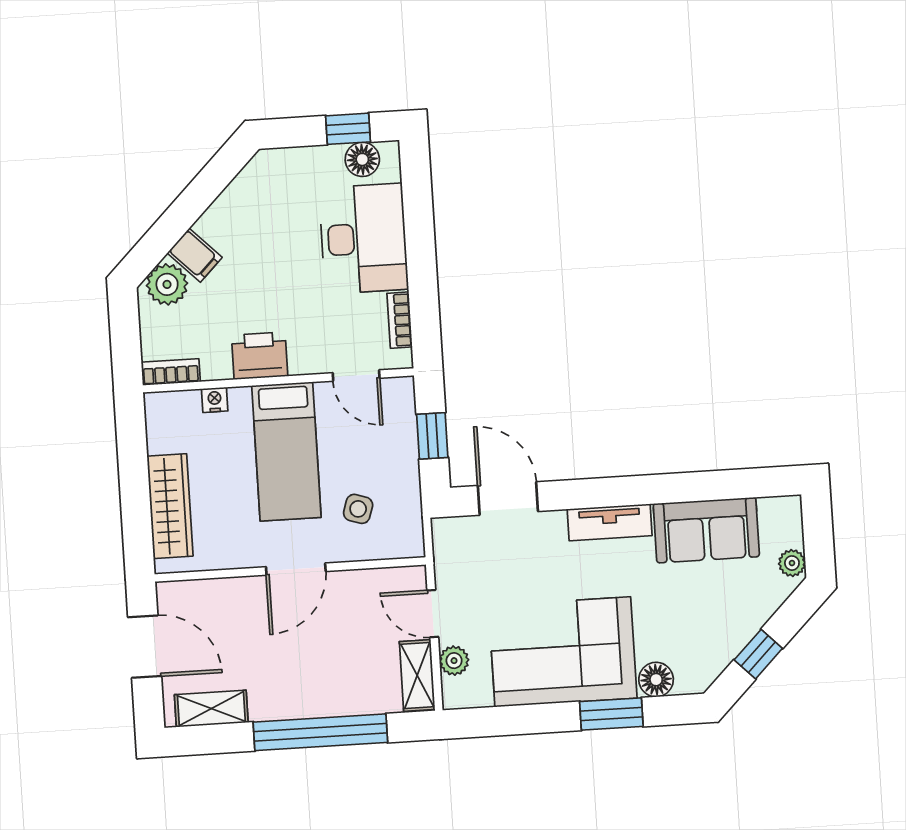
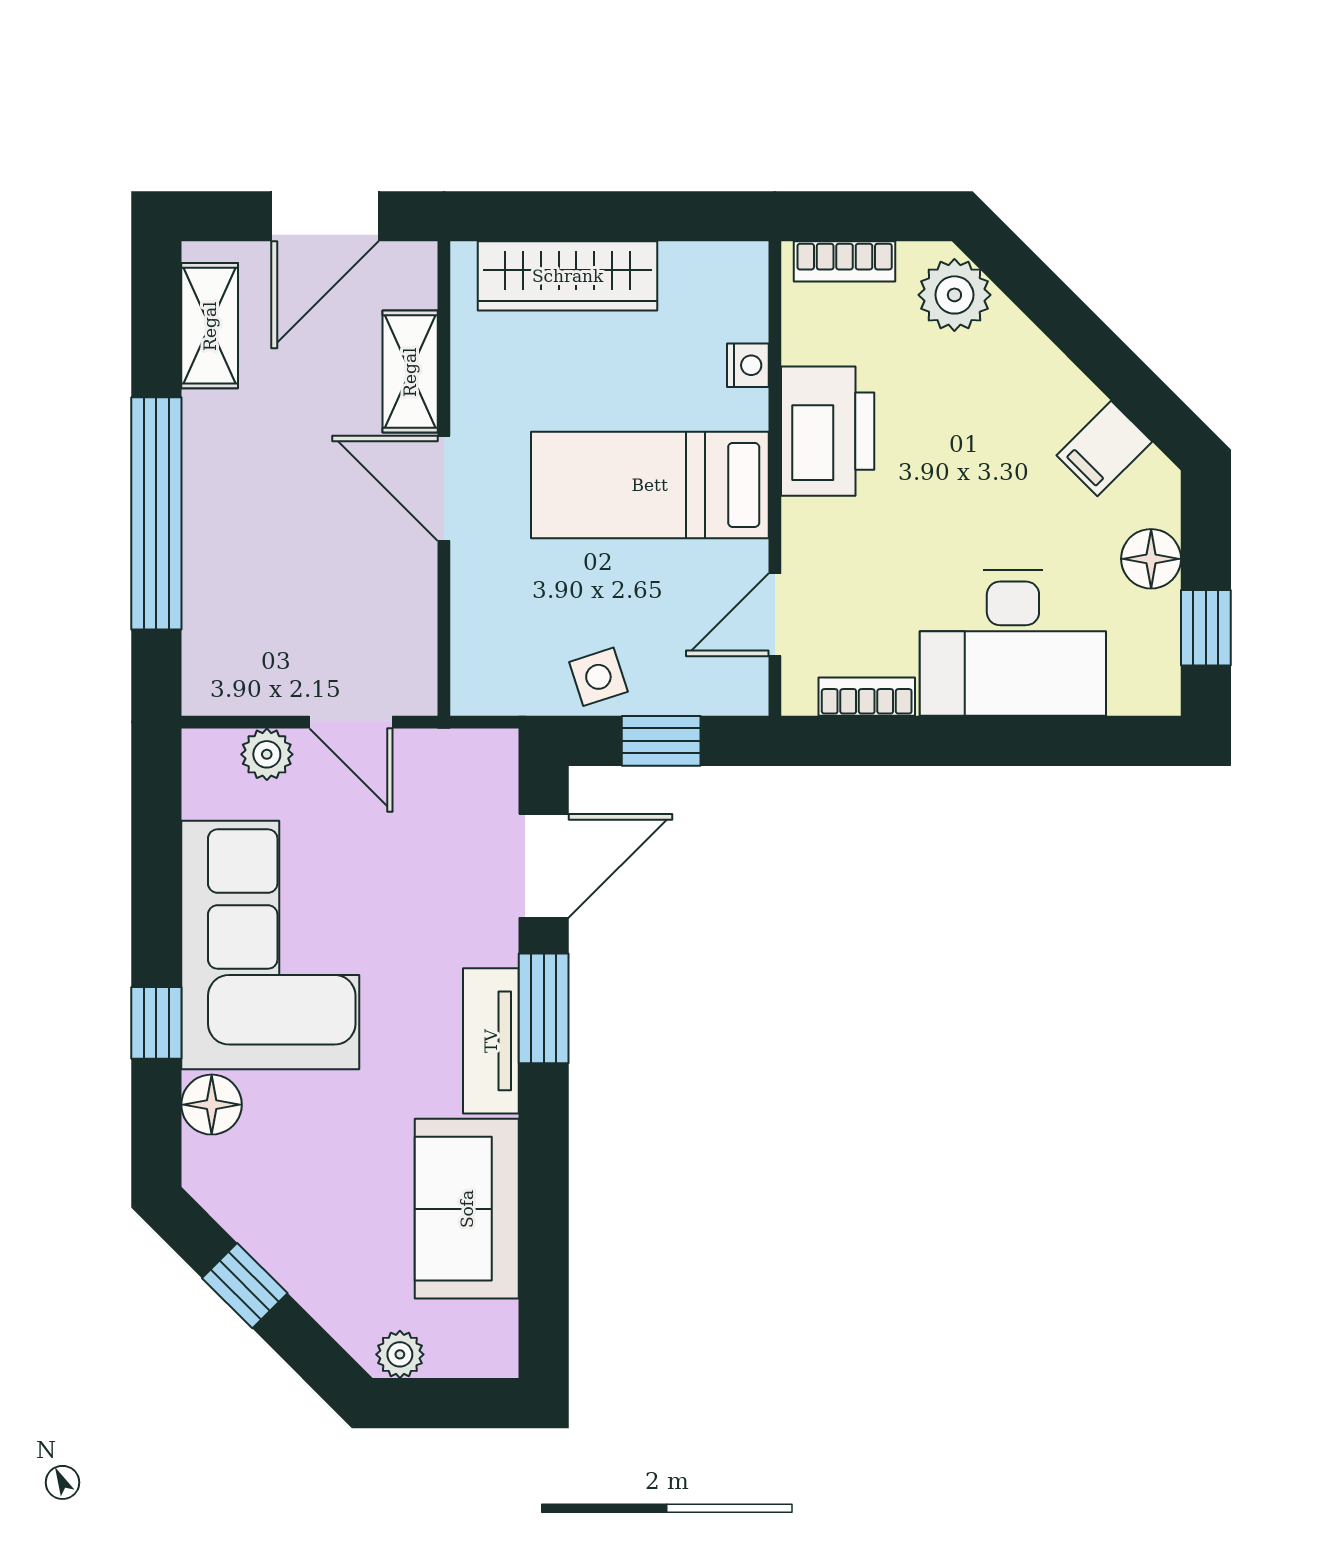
floor lamp: (362, 159) -> (1151, 559), moved
filing cabinet: (195, 255) -> (1104, 448), moved
printer: (260, 356) -> (828, 431), width x1.37, depth x1.19
bookcase: (171, 372) -> (845, 261), moved, turned 90
window: (589, 493) -> (544, 1008), added
side table: (358, 509) -> (598, 677), moved, turned -36
door: (433, 614) -> (351, 722), swing flipped
shelving: (417, 675) -> (410, 372), moved, turned 90
window: (611, 714) -> (156, 1023), width x0.67

